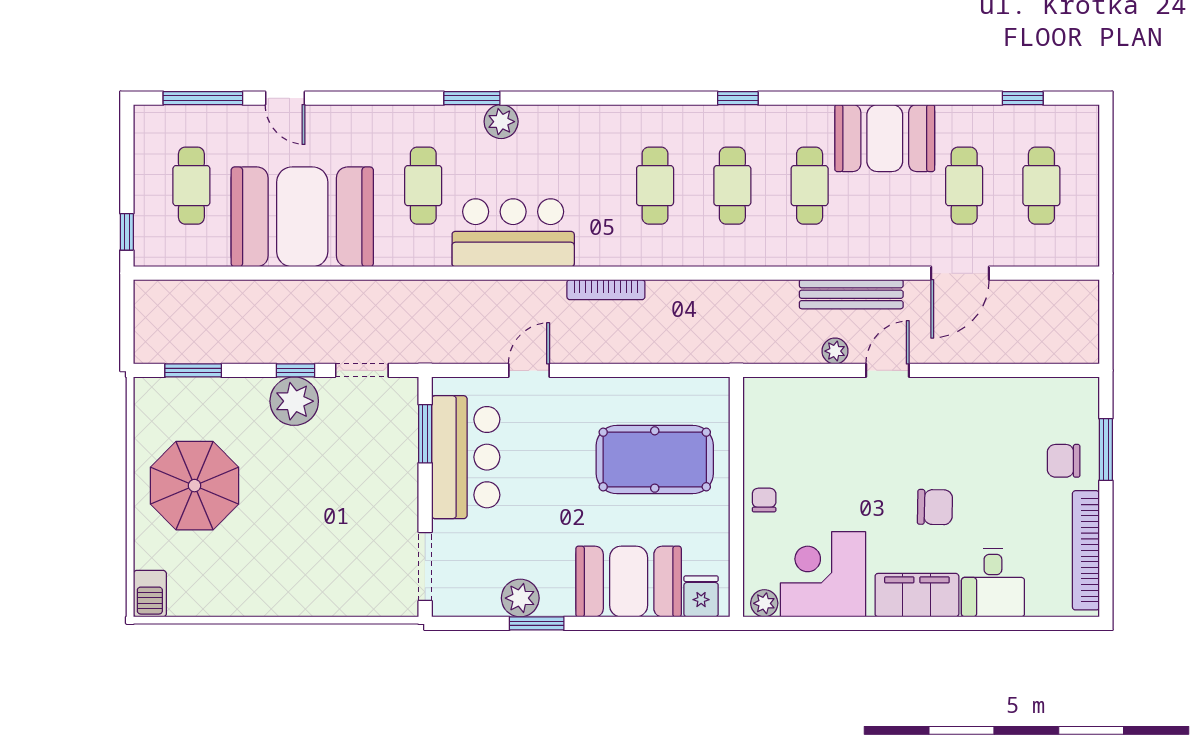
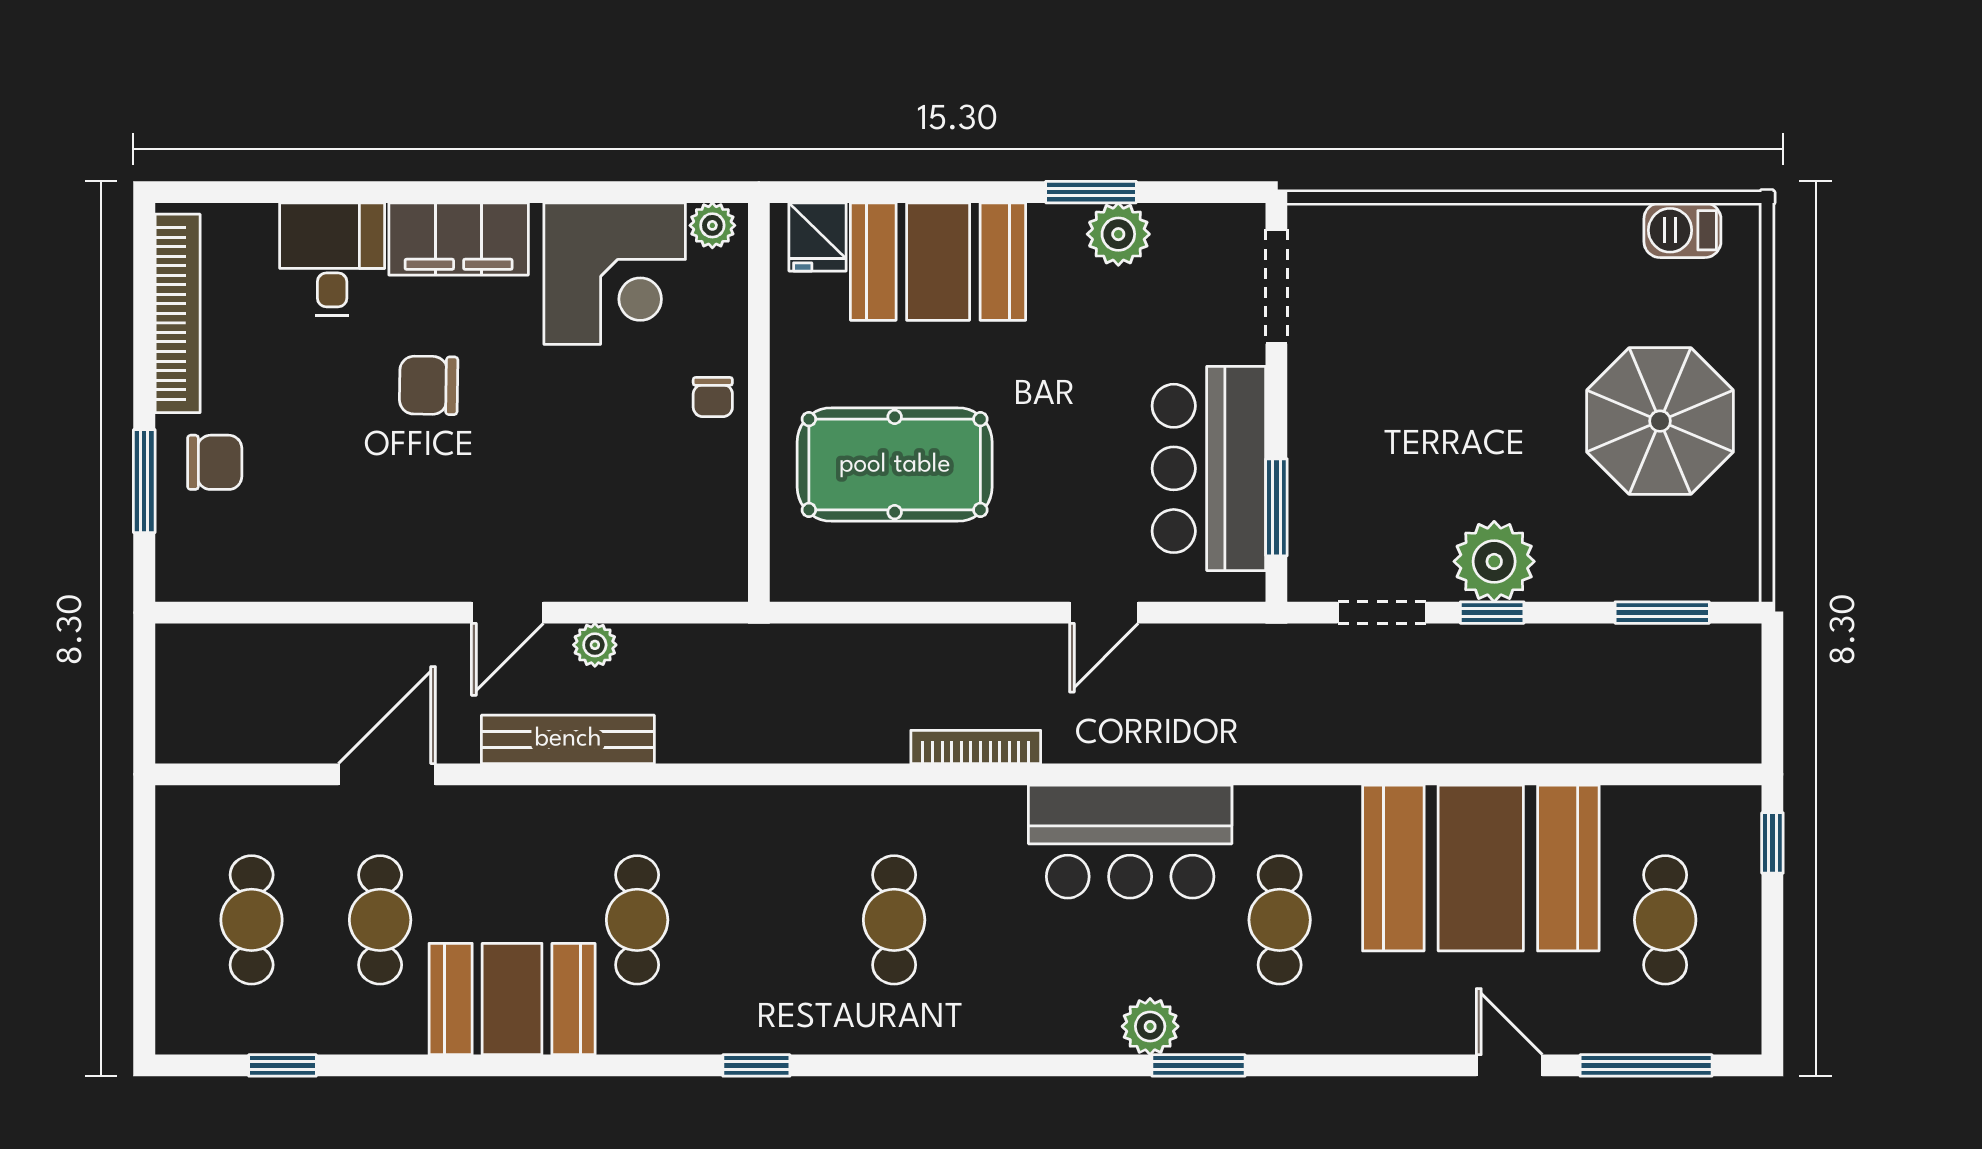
cafe table: (732, 186) -> (766, 920), removed
barbecue: (150, 594) -> (1682, 230), moved, turned -90

